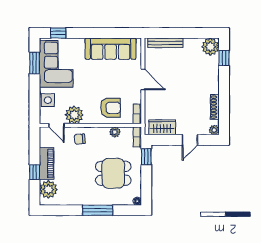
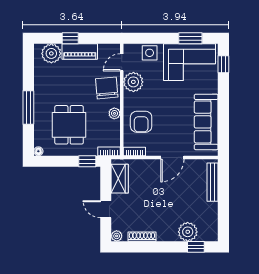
plant: (210, 47) -> (188, 232), moved
plant: (115, 132) -> (114, 113), moved
chair: (80, 139) -> (107, 88), width x1.87, depth x1.87

